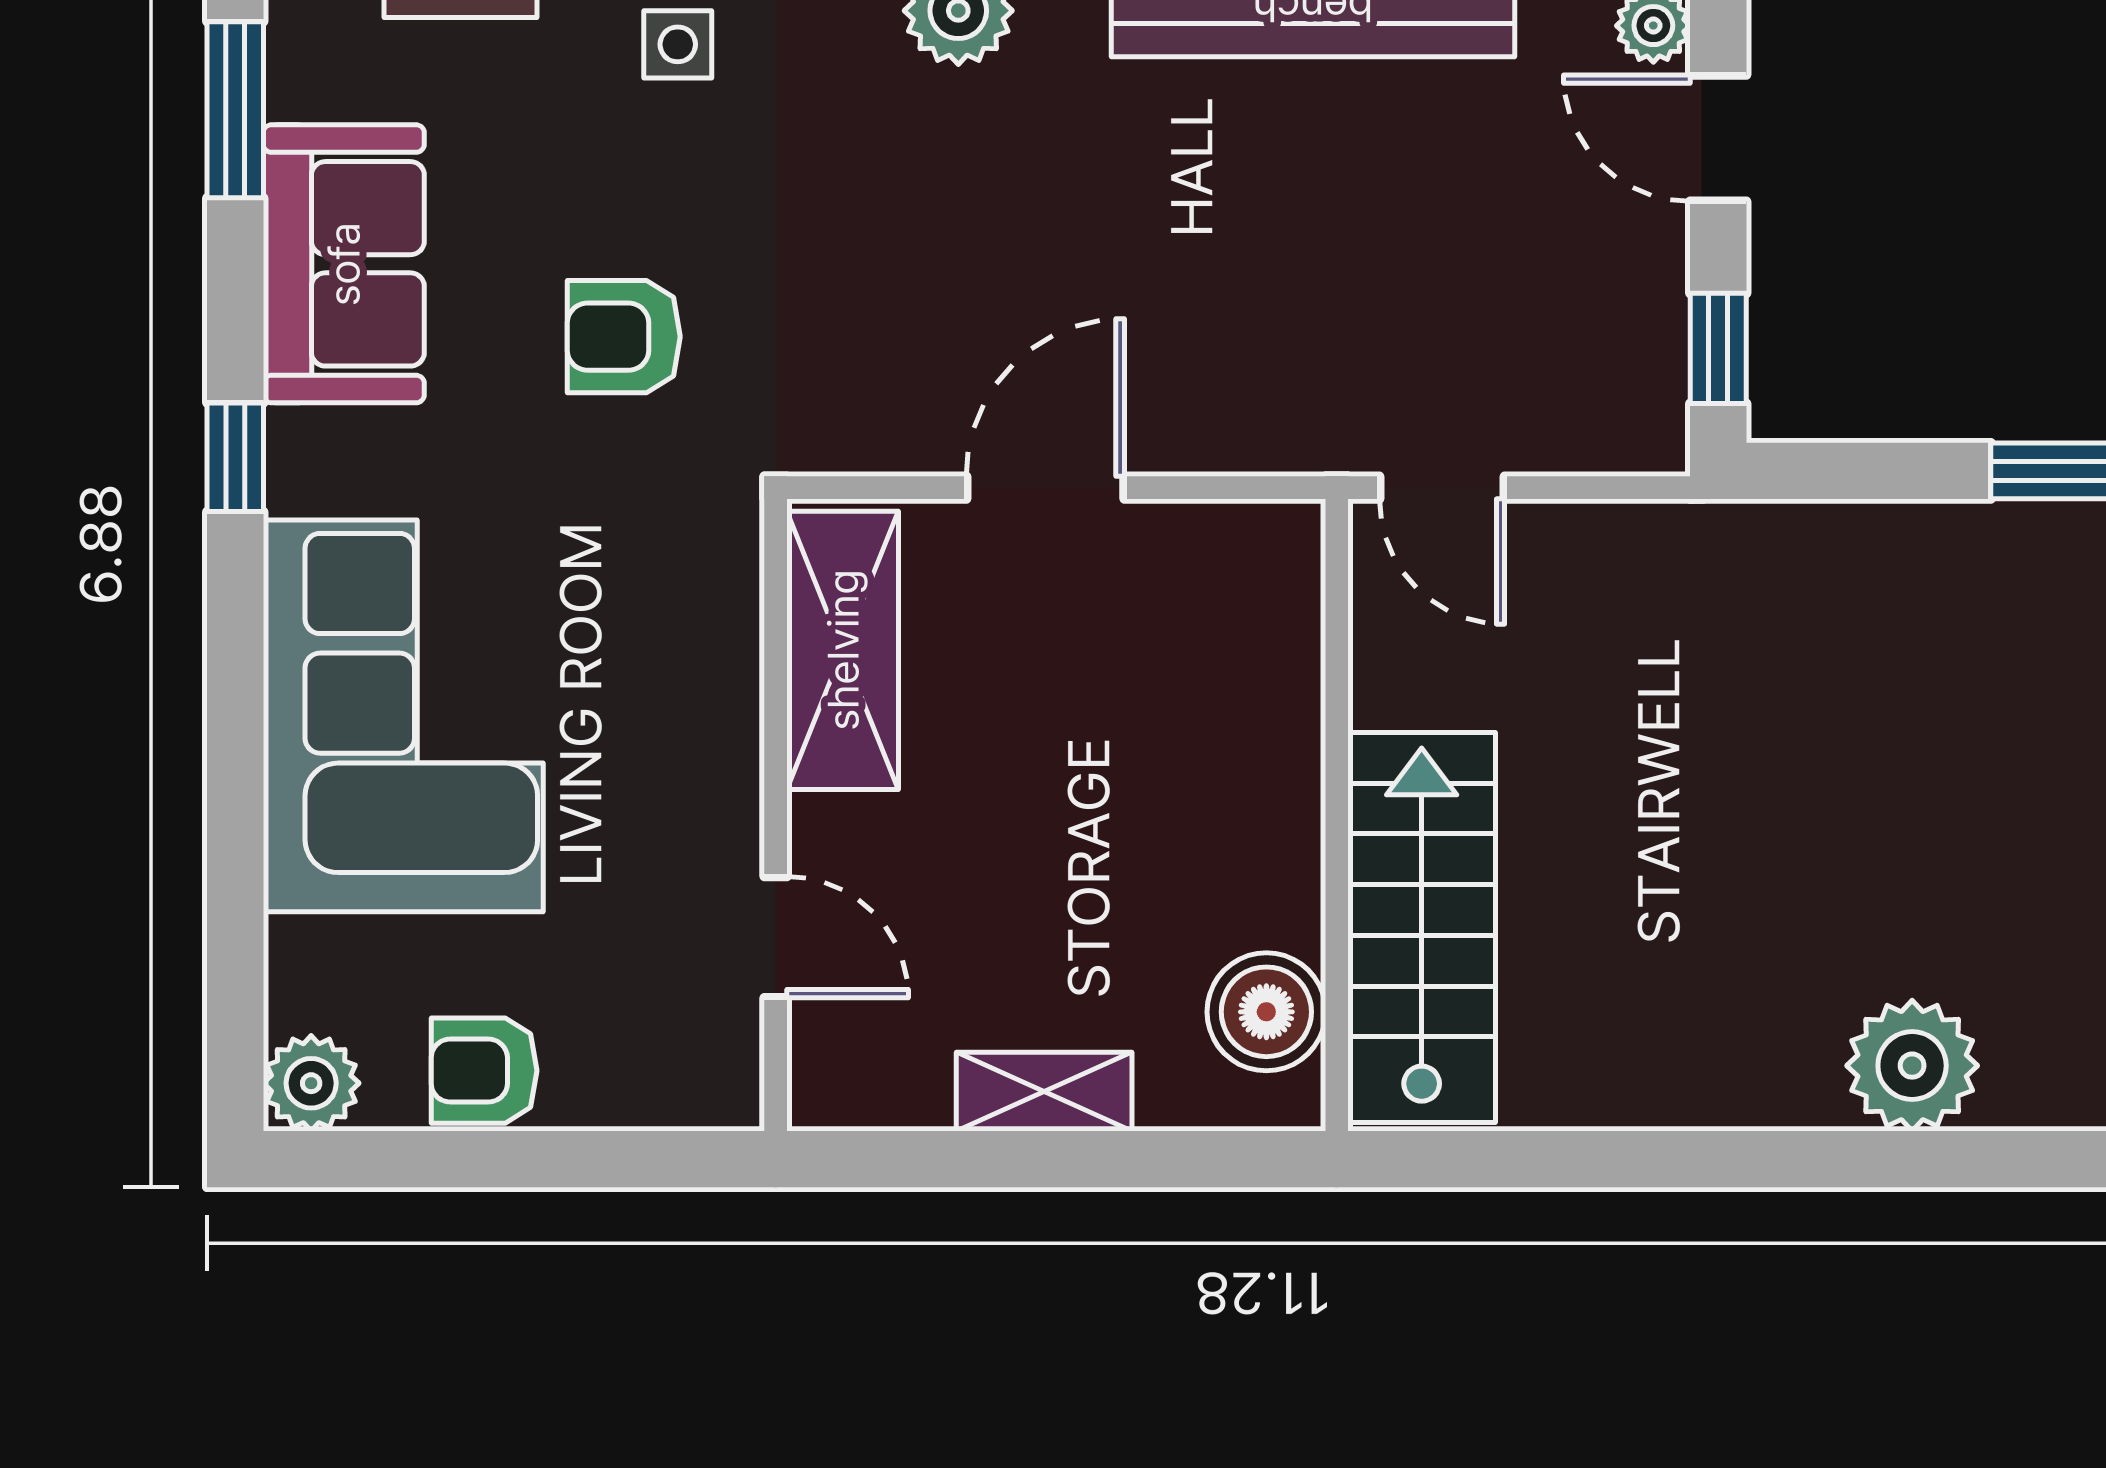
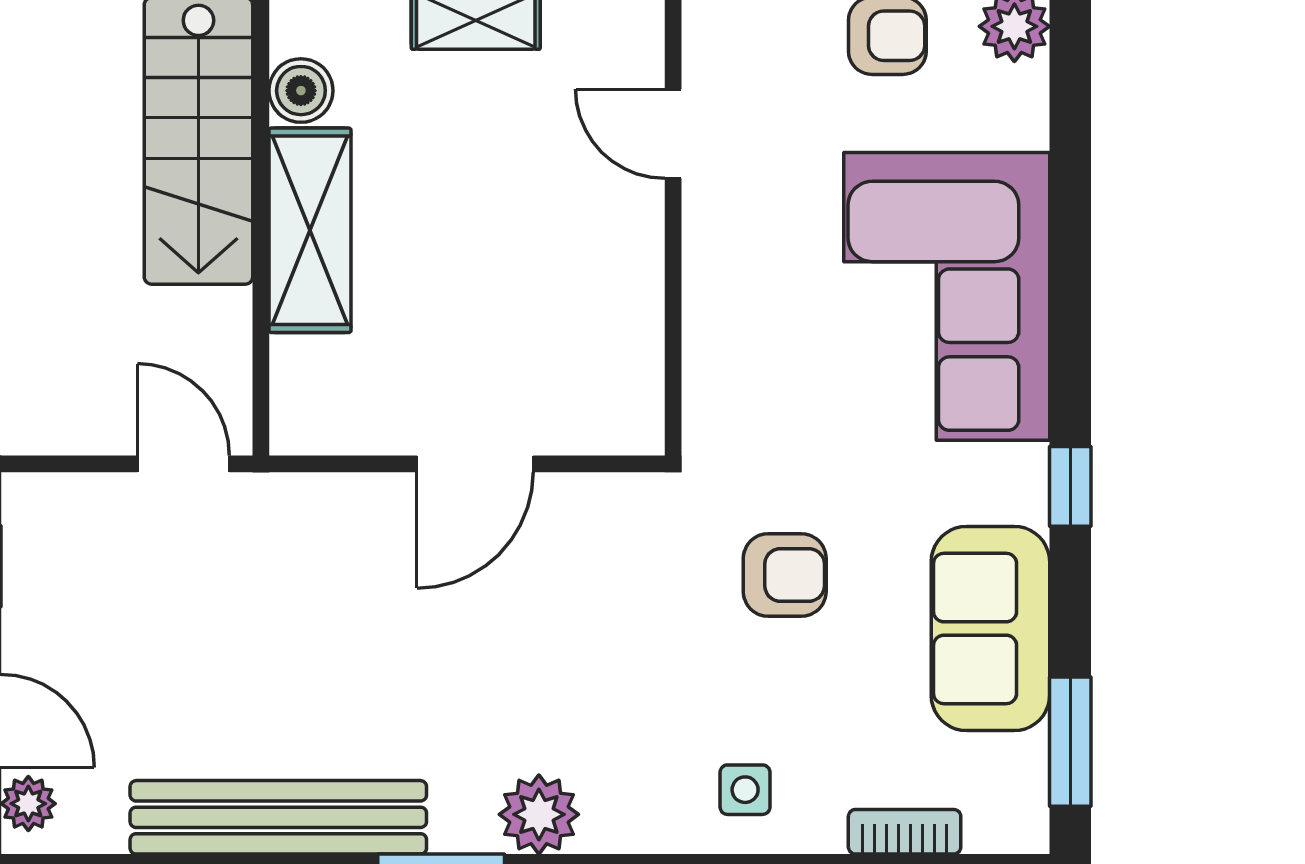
shelving: (843, 650) -> (310, 230), moved
boiler: (1266, 1012) -> (301, 91), width x0.73, depth x0.73

